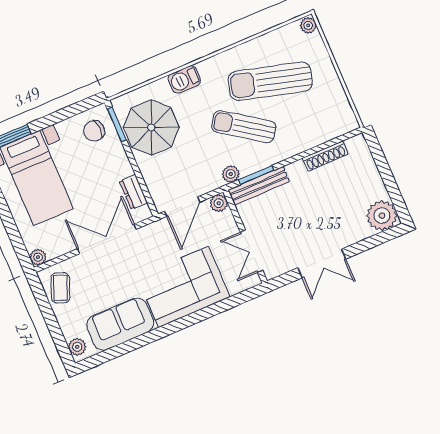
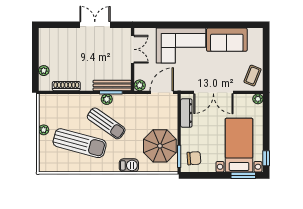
plant: (308, 25) -> (44, 130), moved
plant: (231, 174) -> (107, 99), moved
dresser: (133, 192) -> (186, 113), width x1.44
plant: (382, 216) -> (44, 71), moved, width x0.53, depth x0.53
plant: (77, 347) -> (257, 37), removed

